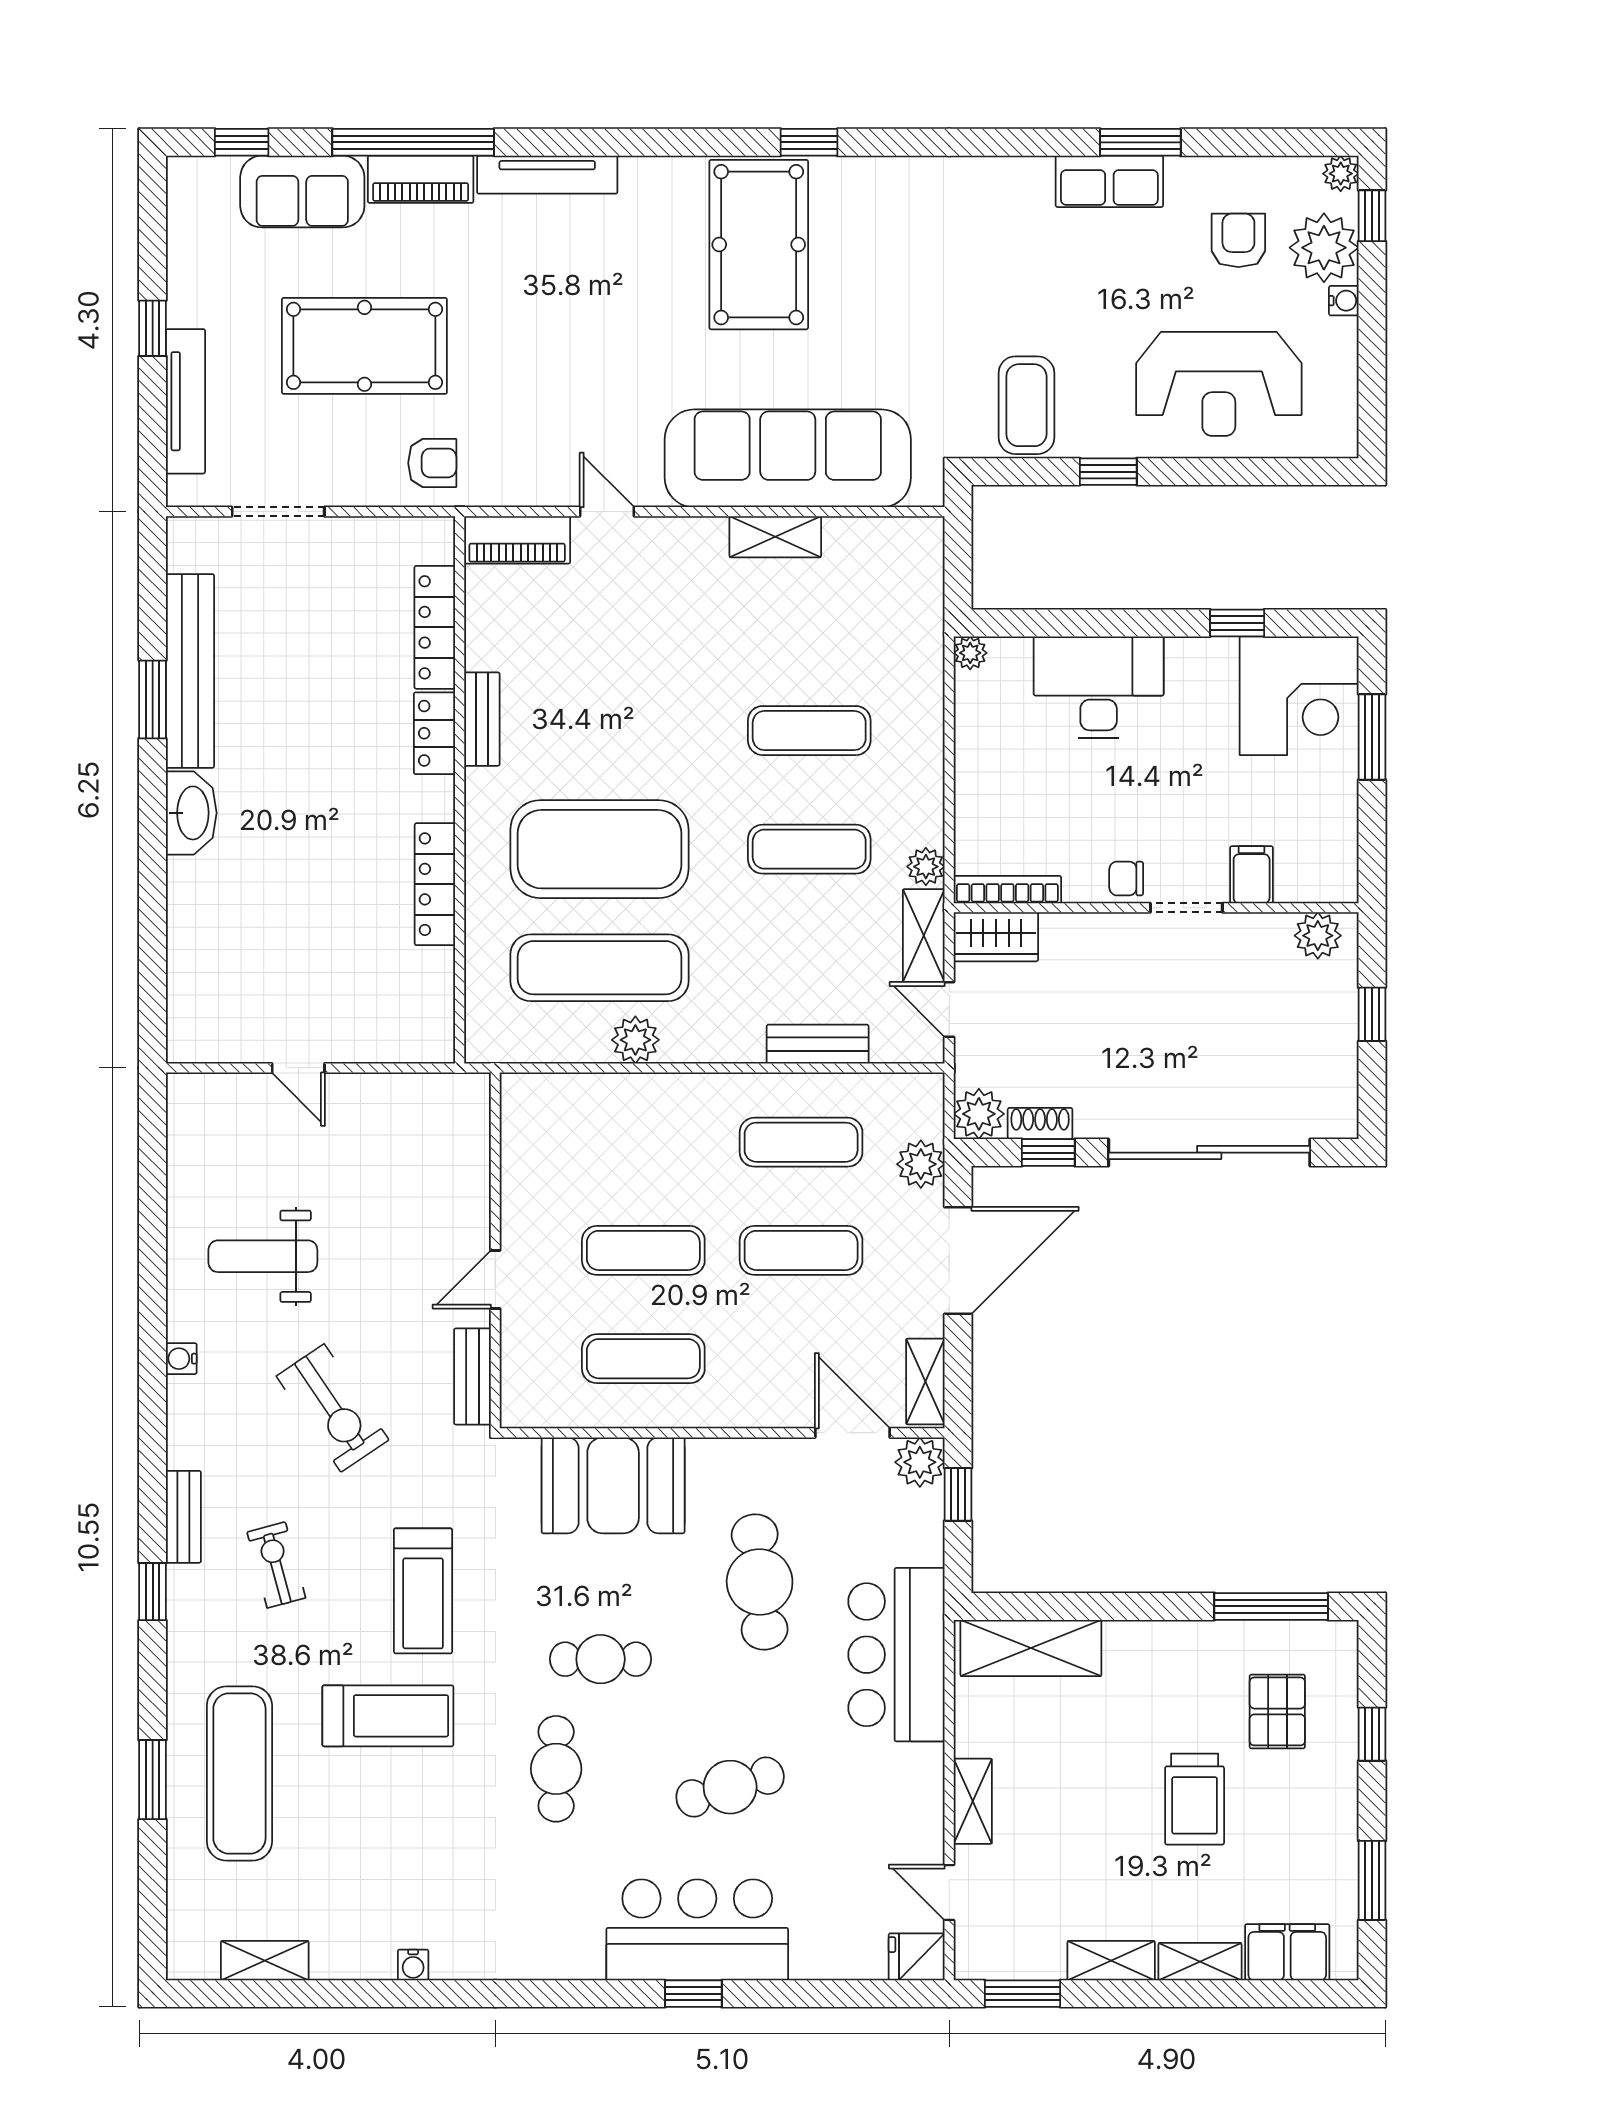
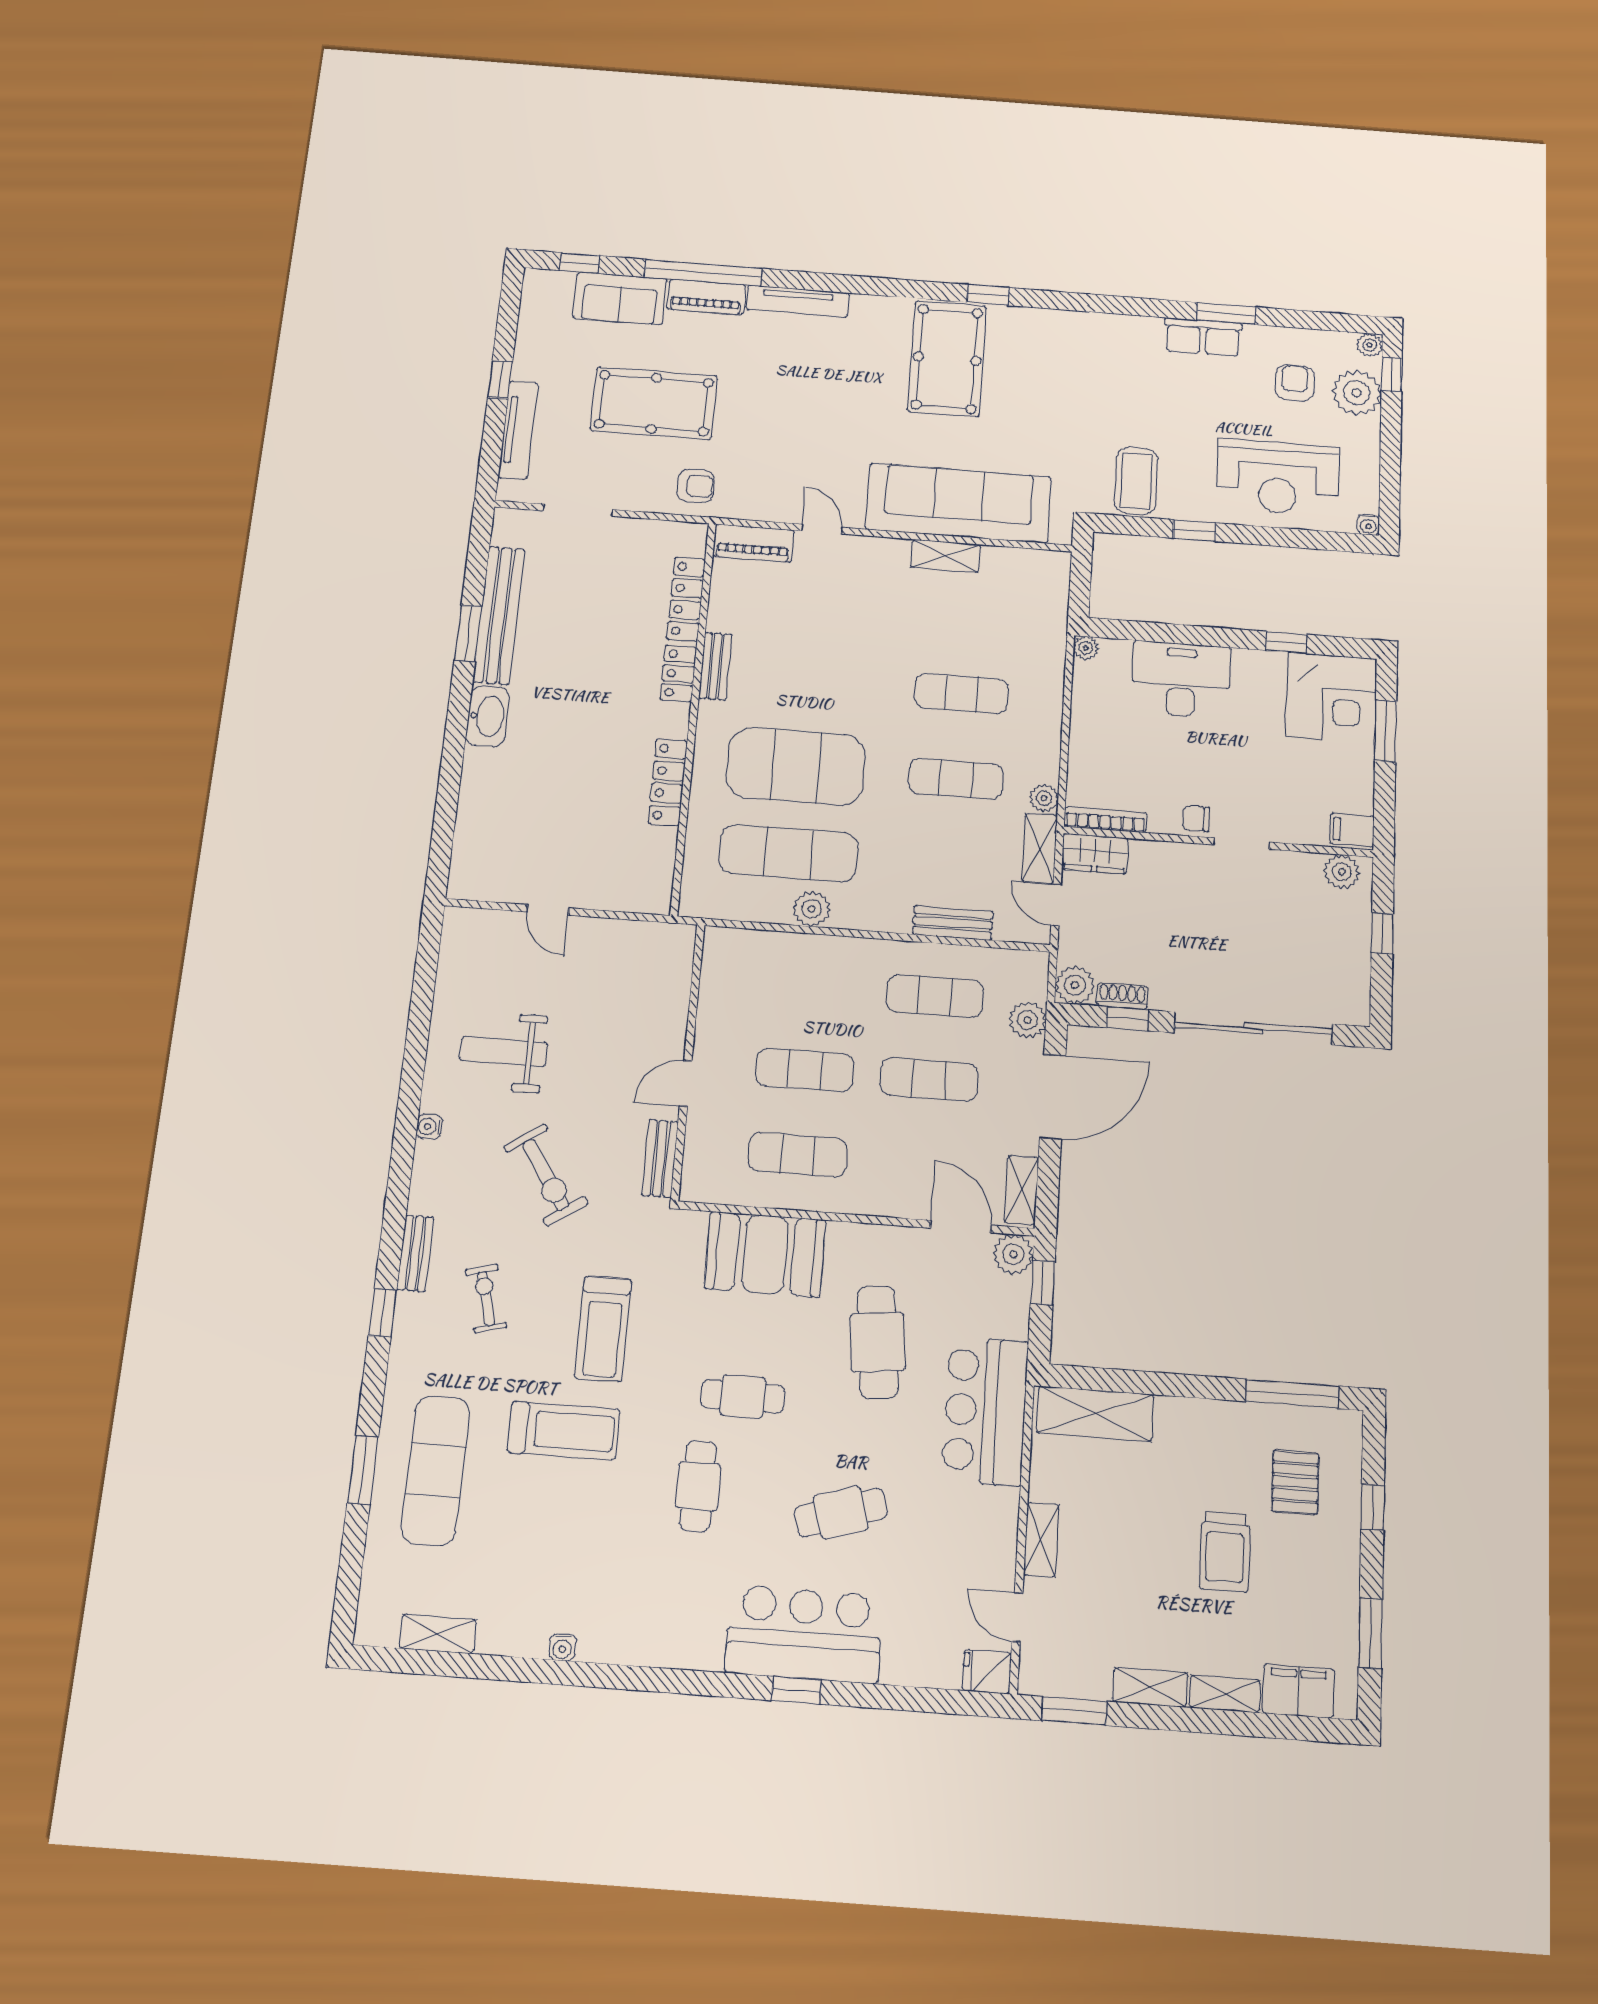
water cooler: (1344, 301) -> (1368, 525), moved, turned 90
filing cabinet: (1252, 875) -> (1352, 830), moved, turned -90

